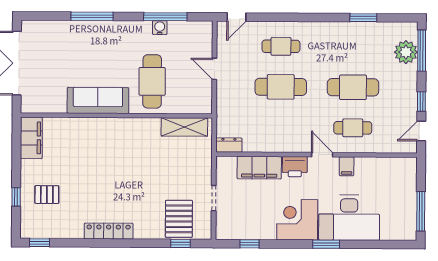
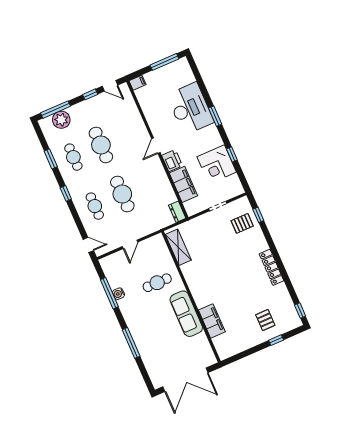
window: (312, 17) -> (66, 193), added
cafe table: (152, 81) -> (157, 283), width x0.73, depth x0.74
cafe table: (353, 128) -> (73, 157), moved
filing cabinet: (31, 138) -> (212, 321), moved, turned 90
filing cabinet: (347, 166) -> (138, 83), moved
pallet: (179, 219) -> (242, 223), width x0.67, depth x0.71
corner desk: (297, 220) -> (217, 164), moved
window: (249, 244) -> (232, 154), moved

